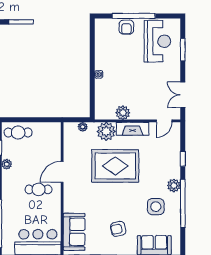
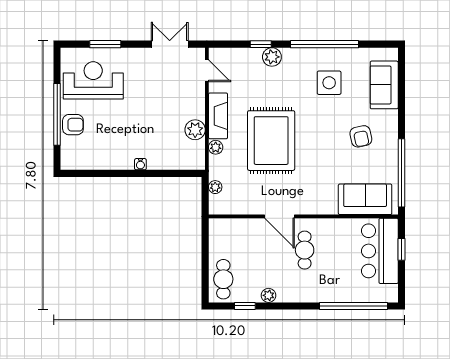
double door: (183, 95) -> (170, 44), swing flipped
plant: (106, 131) -> (216, 147), width x0.53, depth x0.53
plant: (174, 185) -> (272, 57), moved

